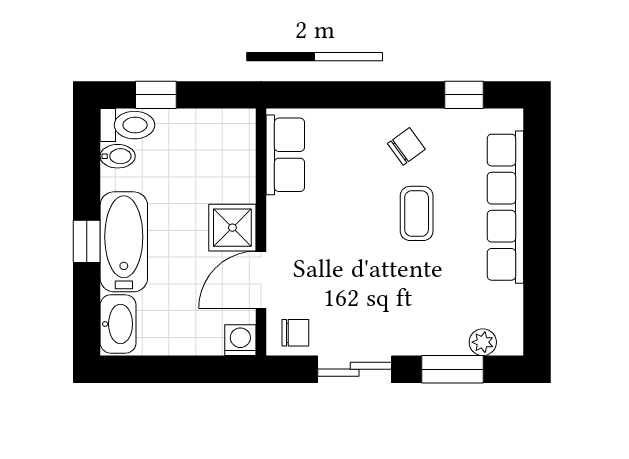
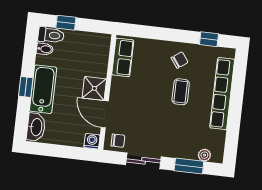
door: (261, 280) -> (105, 114), hinge flipped

